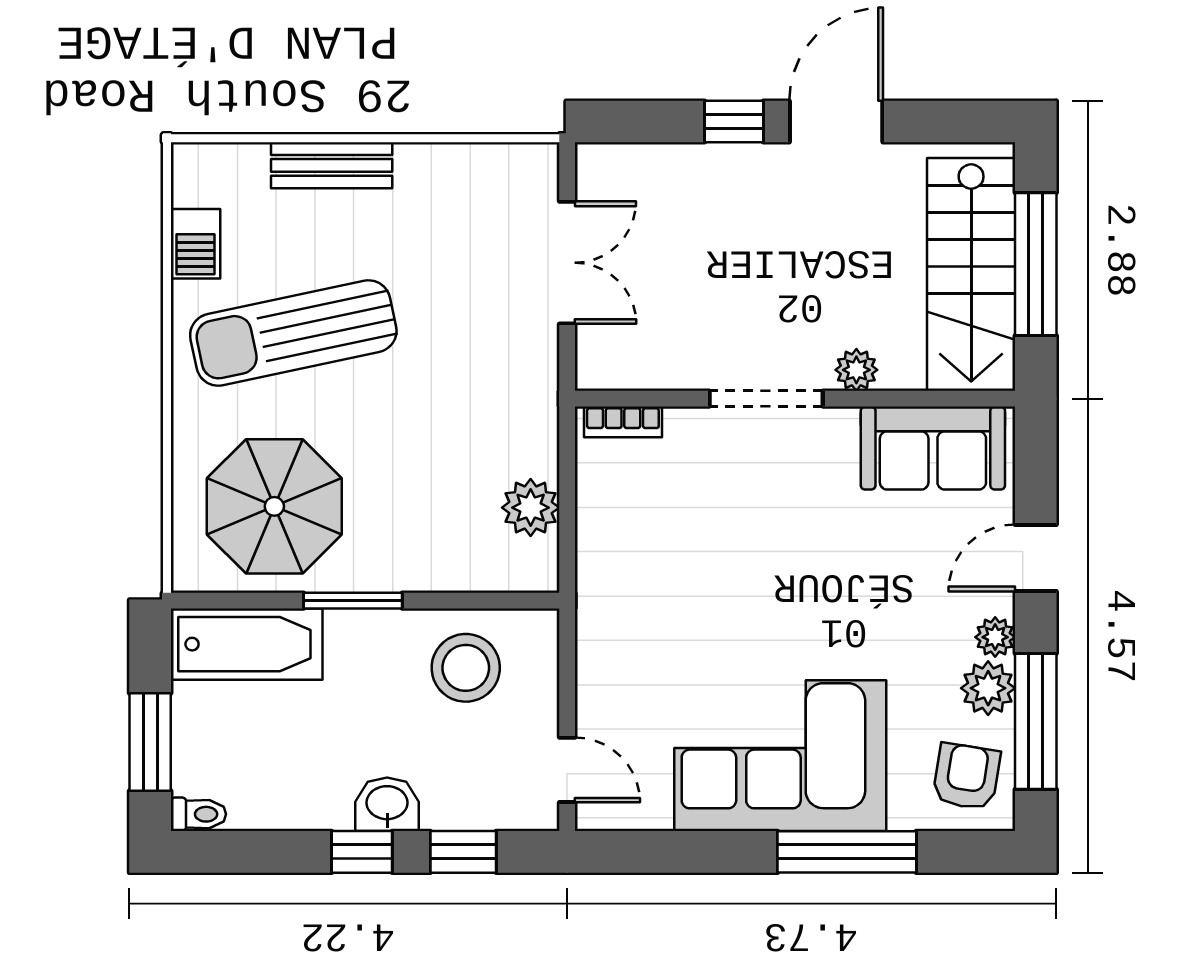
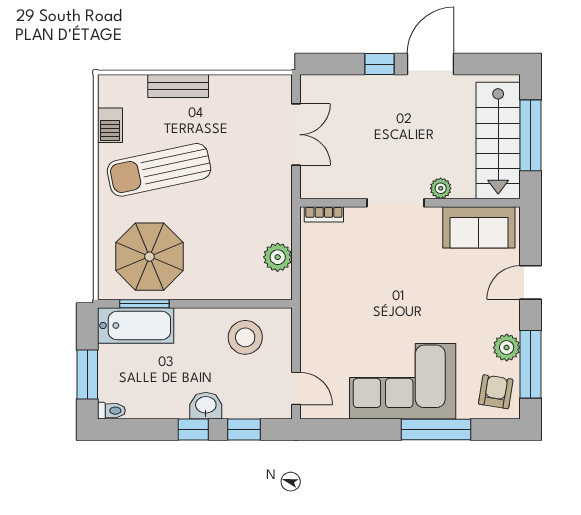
window: (353, 601) -> (144, 304), moved
plant: (995, 637) -> (510, 322), removed

